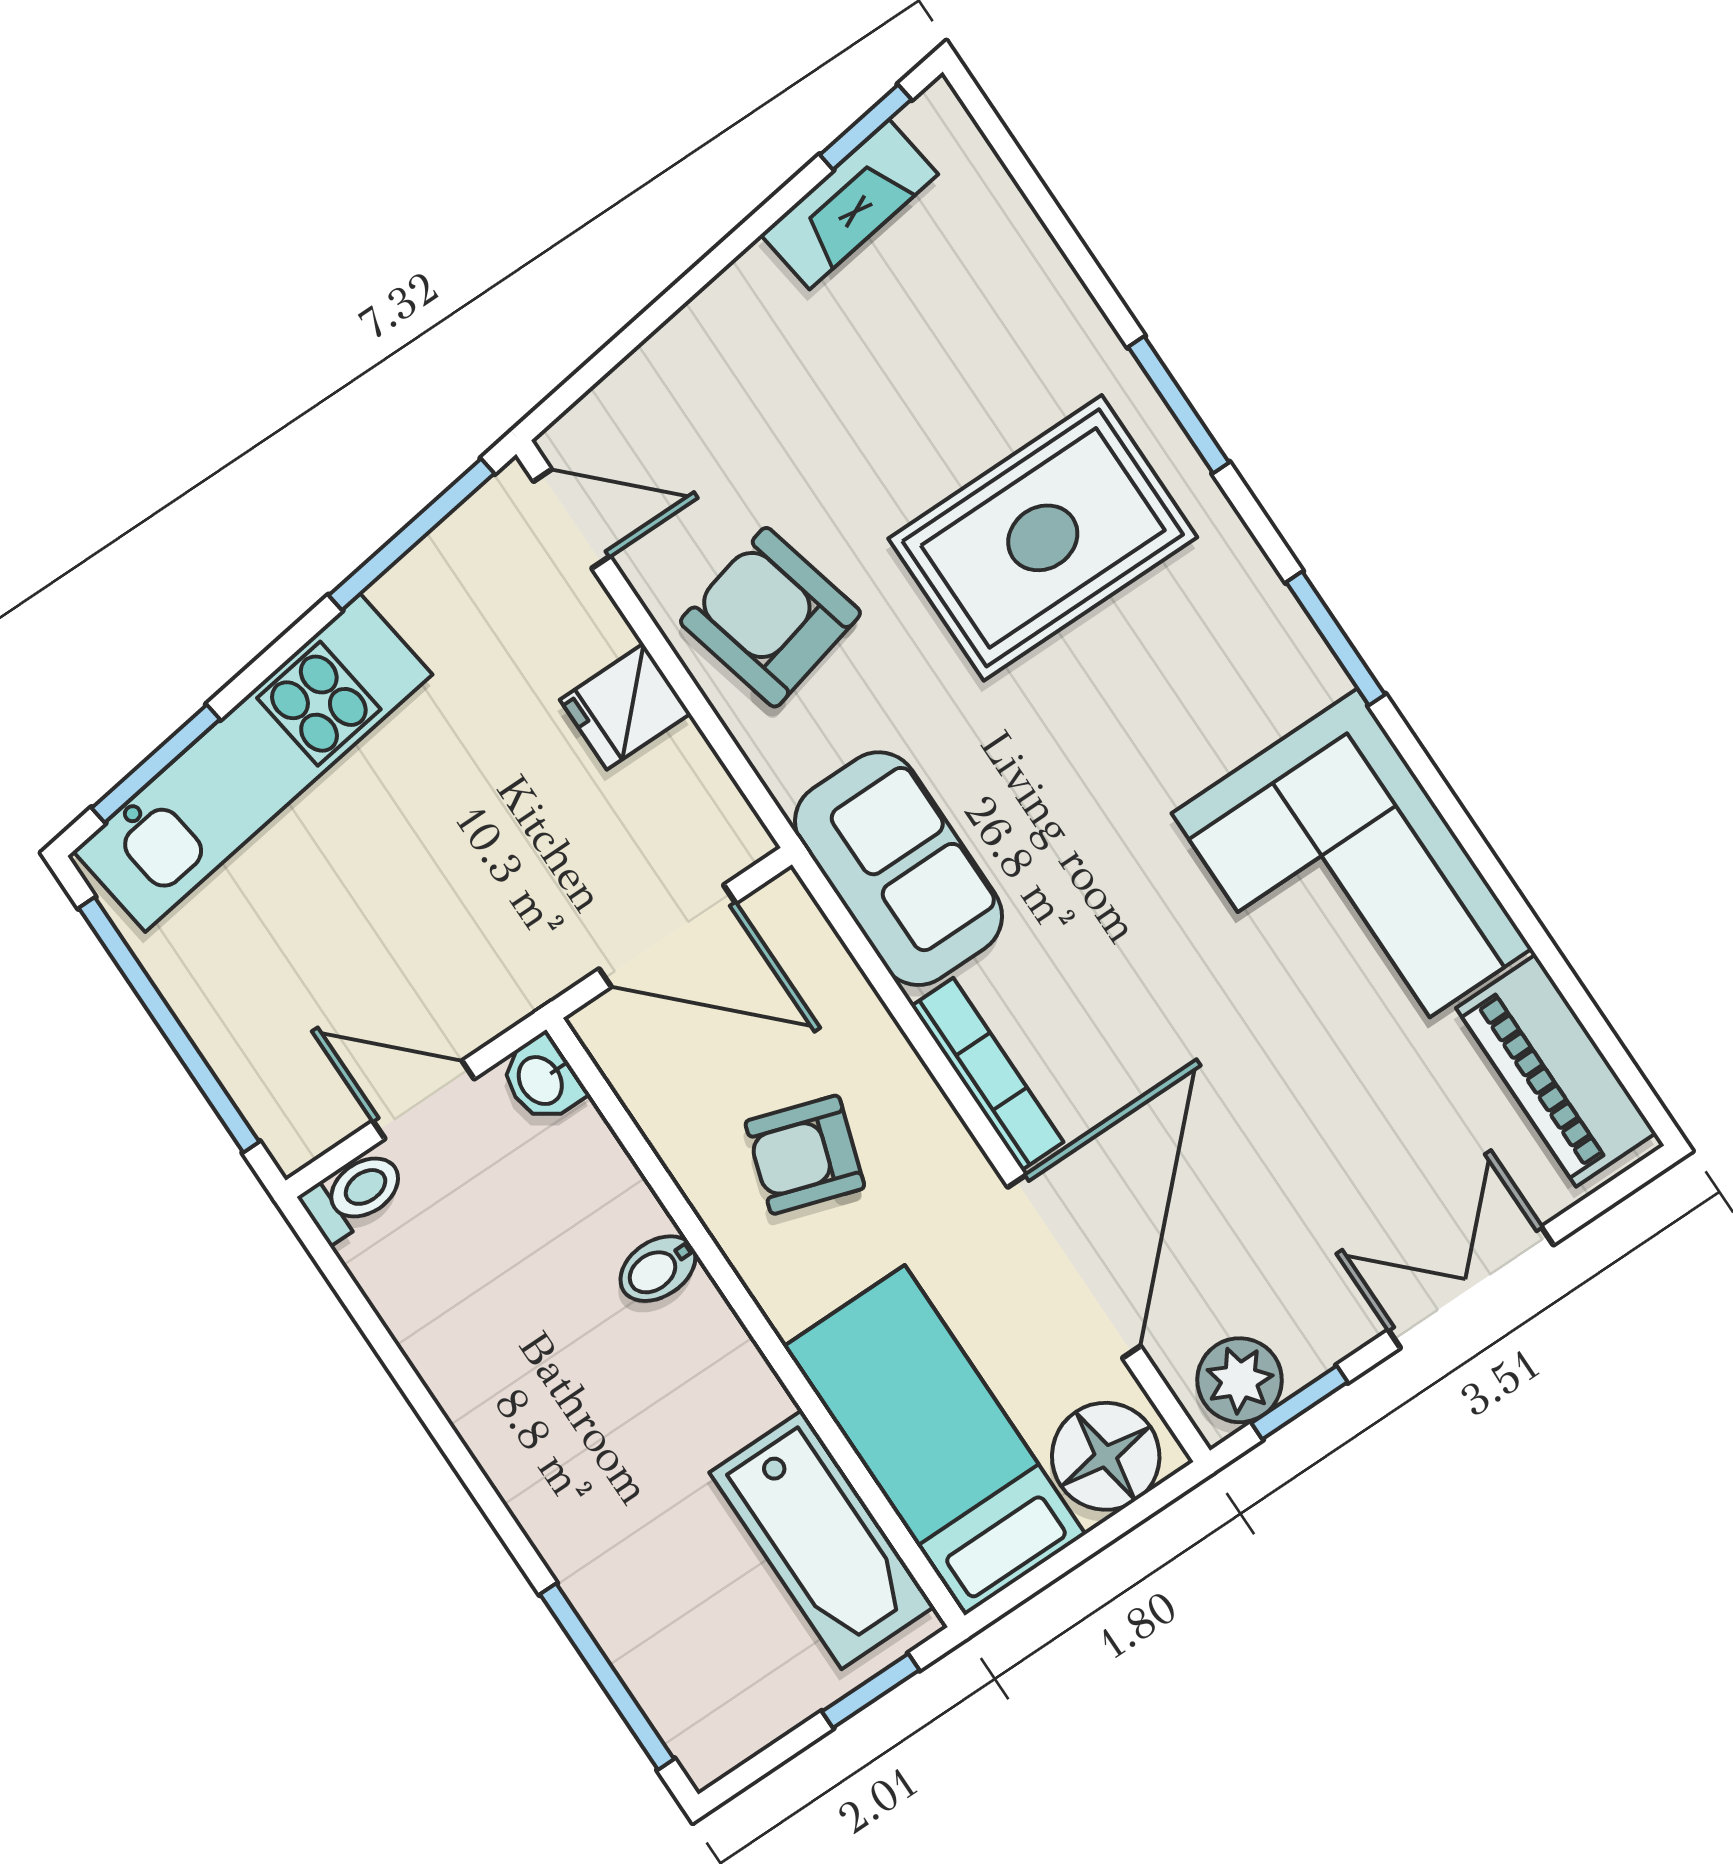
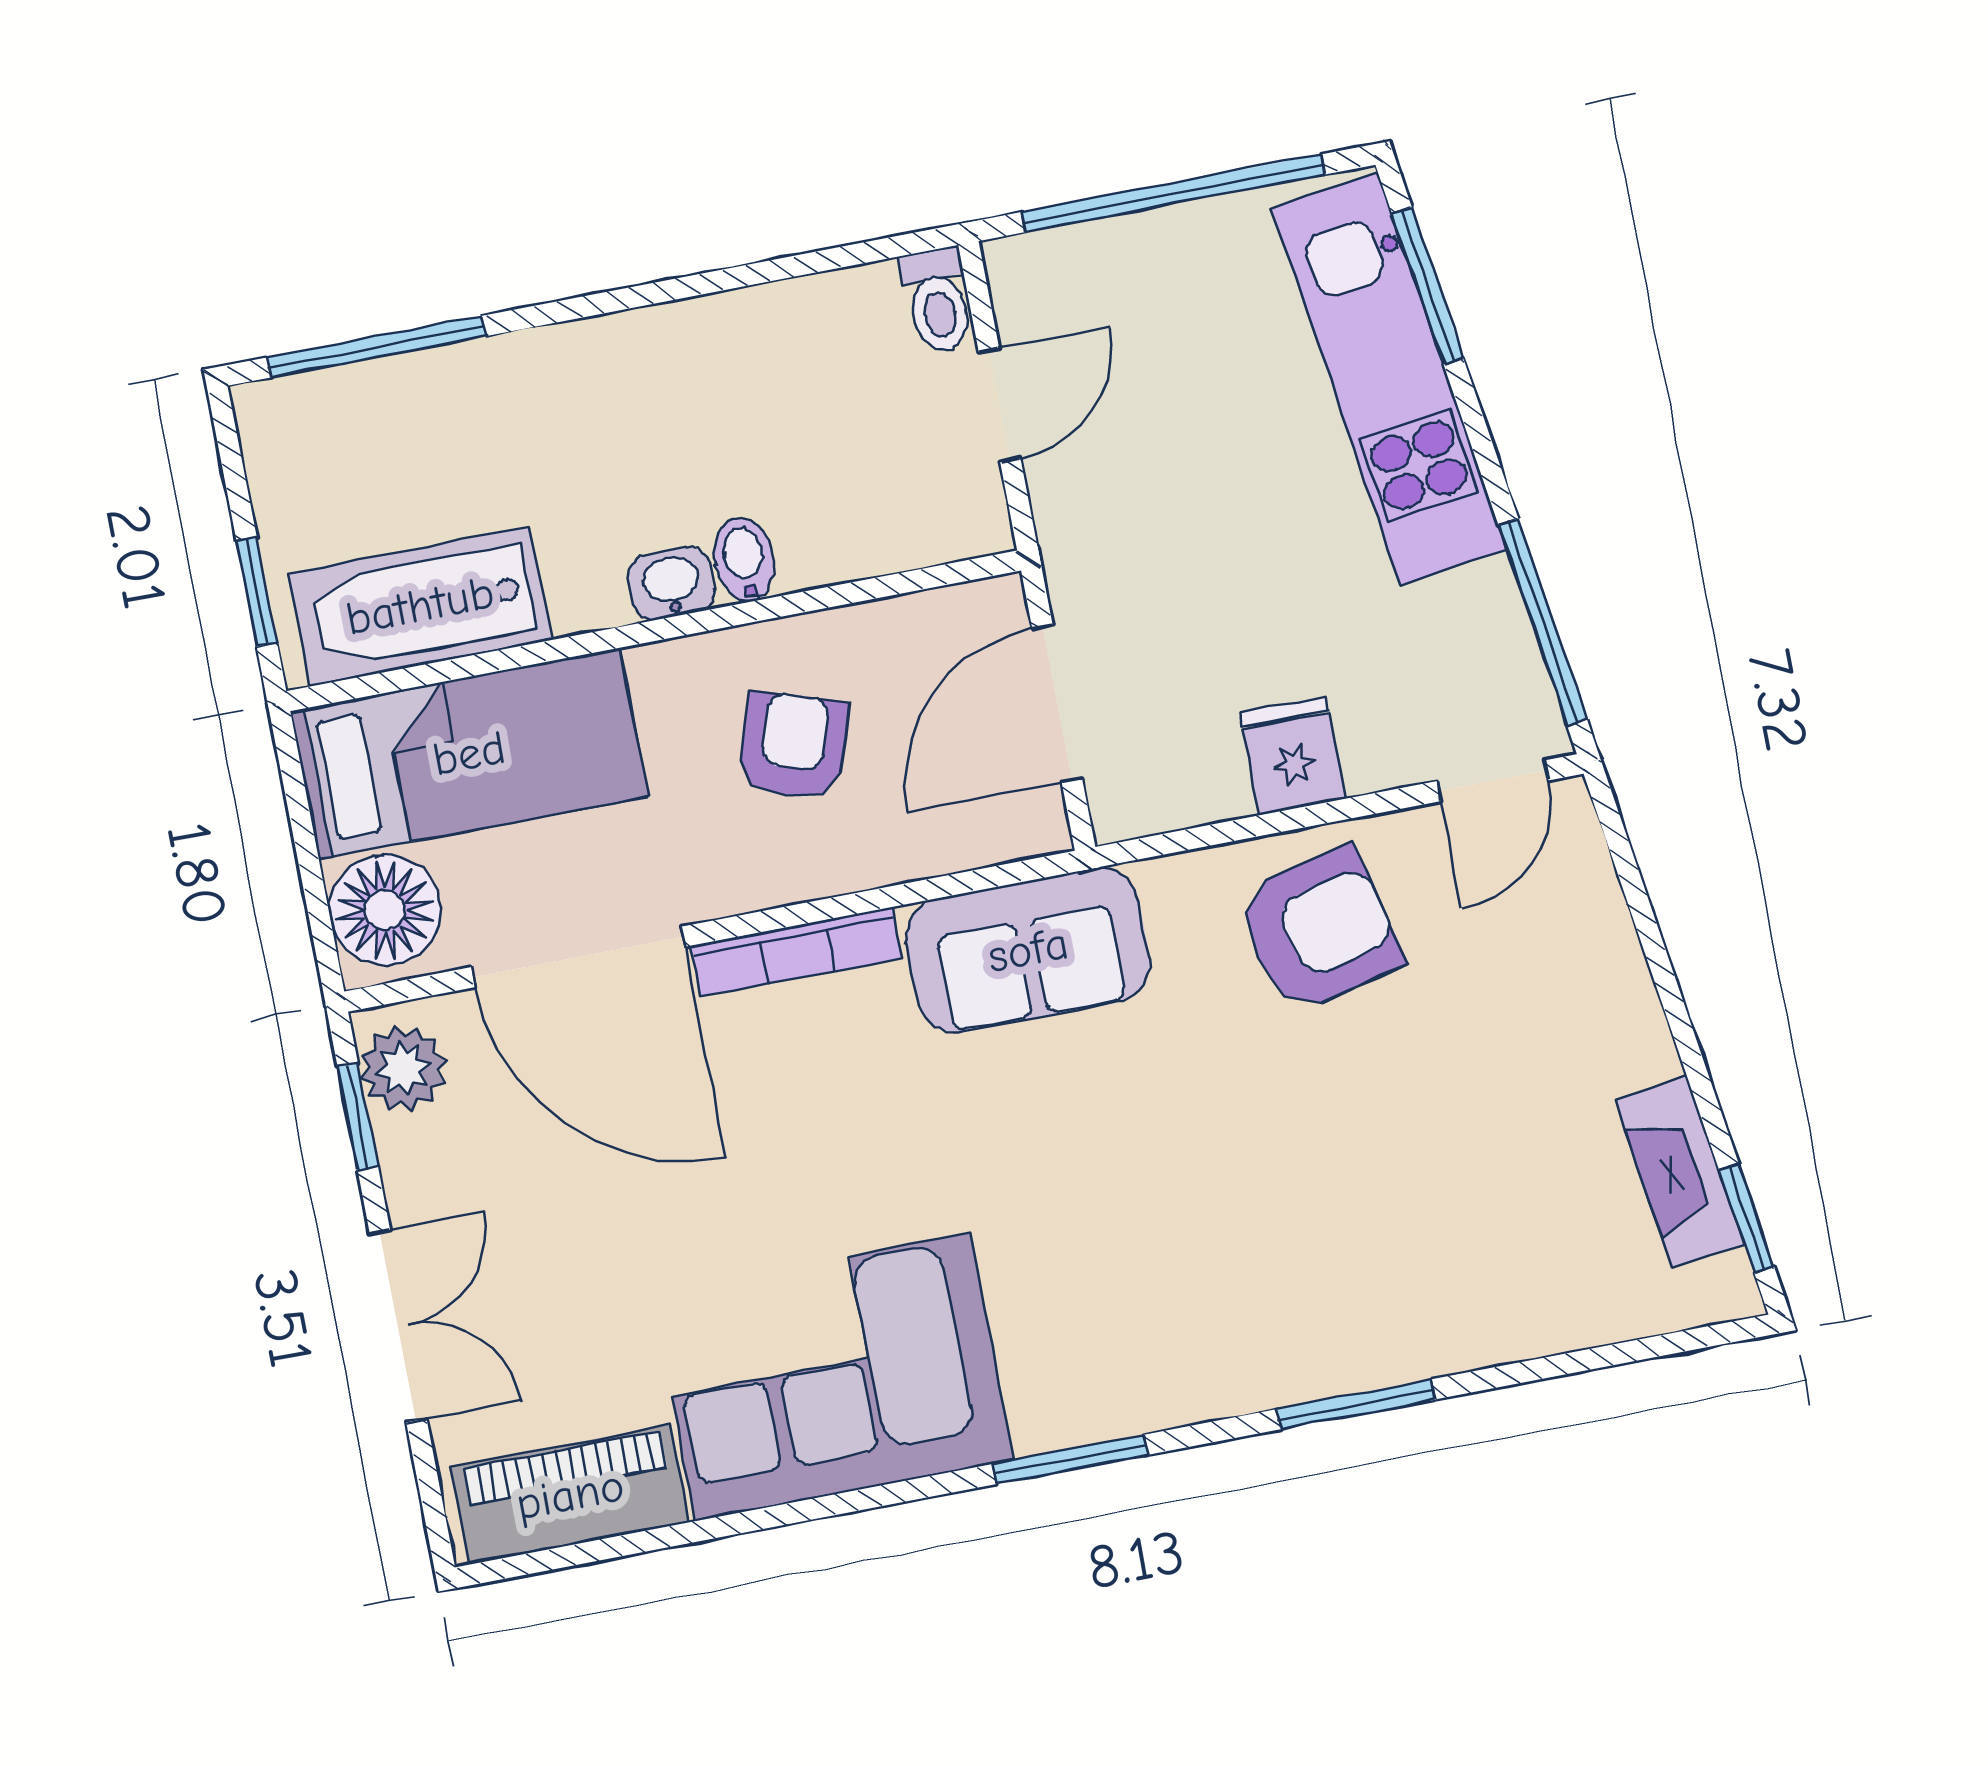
rug: (1043, 538) -> (1284, 1221), removed
washbasin: (542, 1079) -> (671, 584), moved

